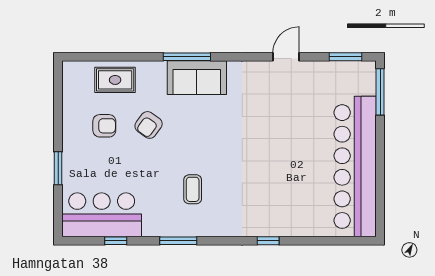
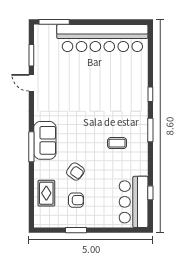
window: (346, 57) -> (31, 55), moved
armchair: (104, 126) -> (76, 200), turned 90
window: (58, 168) -> (76, 230), moved
window: (178, 241) -> (150, 130), moved

